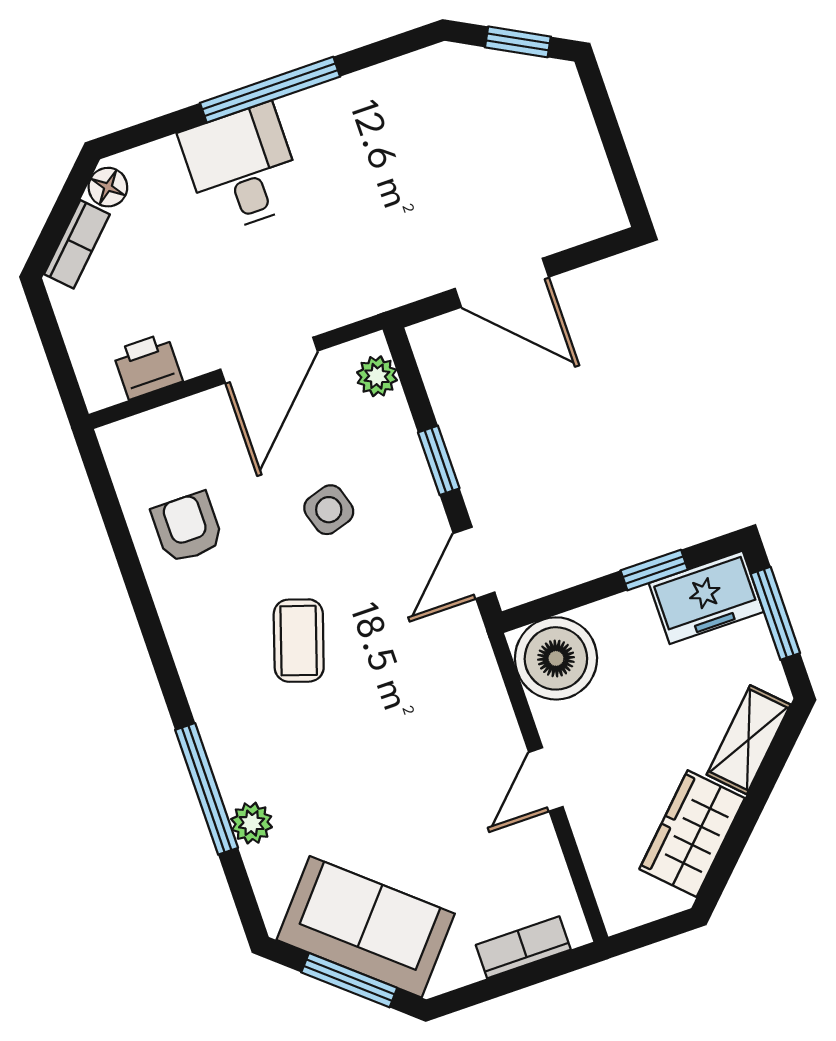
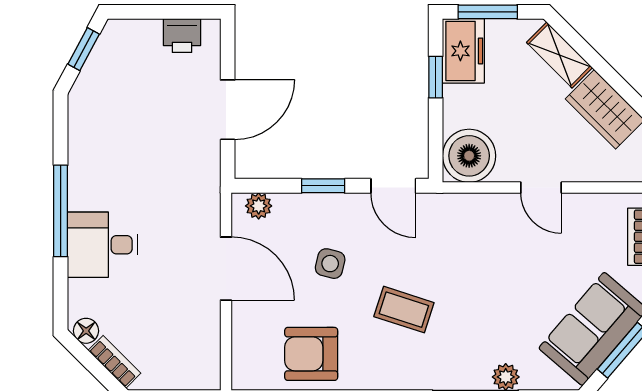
printer: (148, 366) -> (182, 36), moved, turned -90
side table: (329, 510) -> (330, 264), turned 31
armchair: (187, 527) -> (311, 354), width x1.38, depth x1.38

